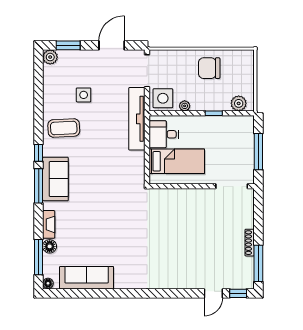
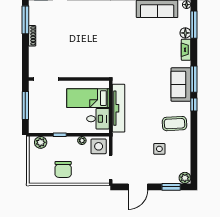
chair: (209, 68) -> (63, 169), turned 90
tv unit: (137, 119) -> (118, 108), moved

